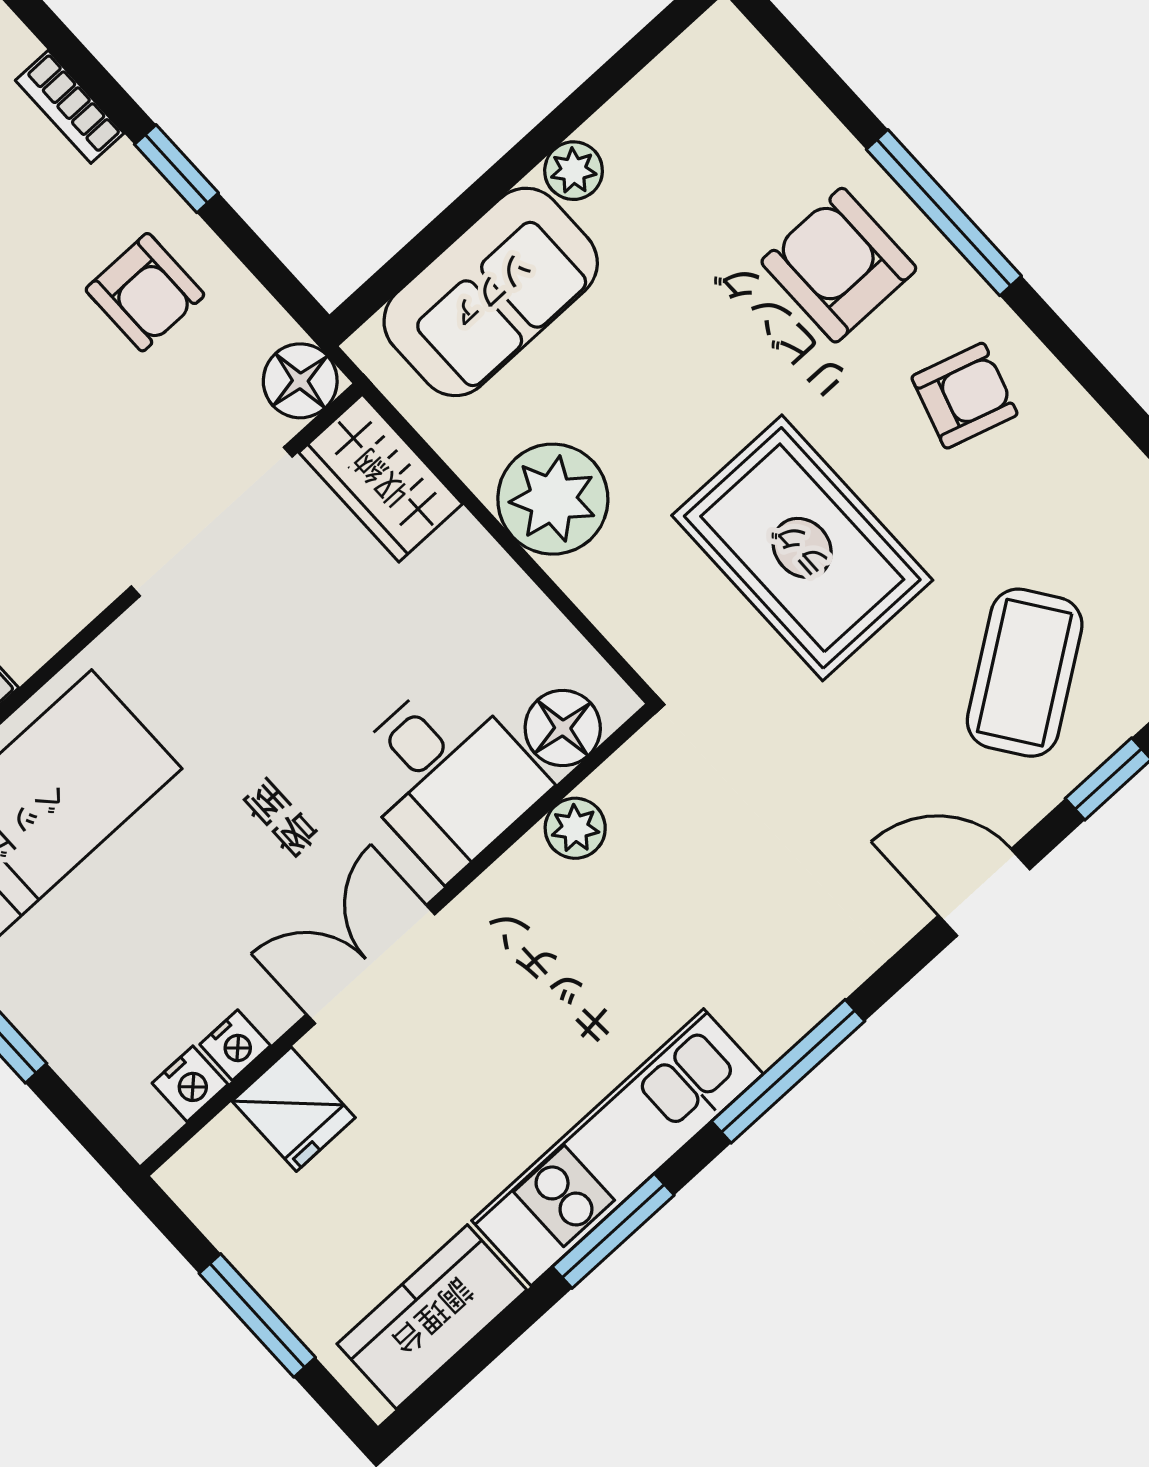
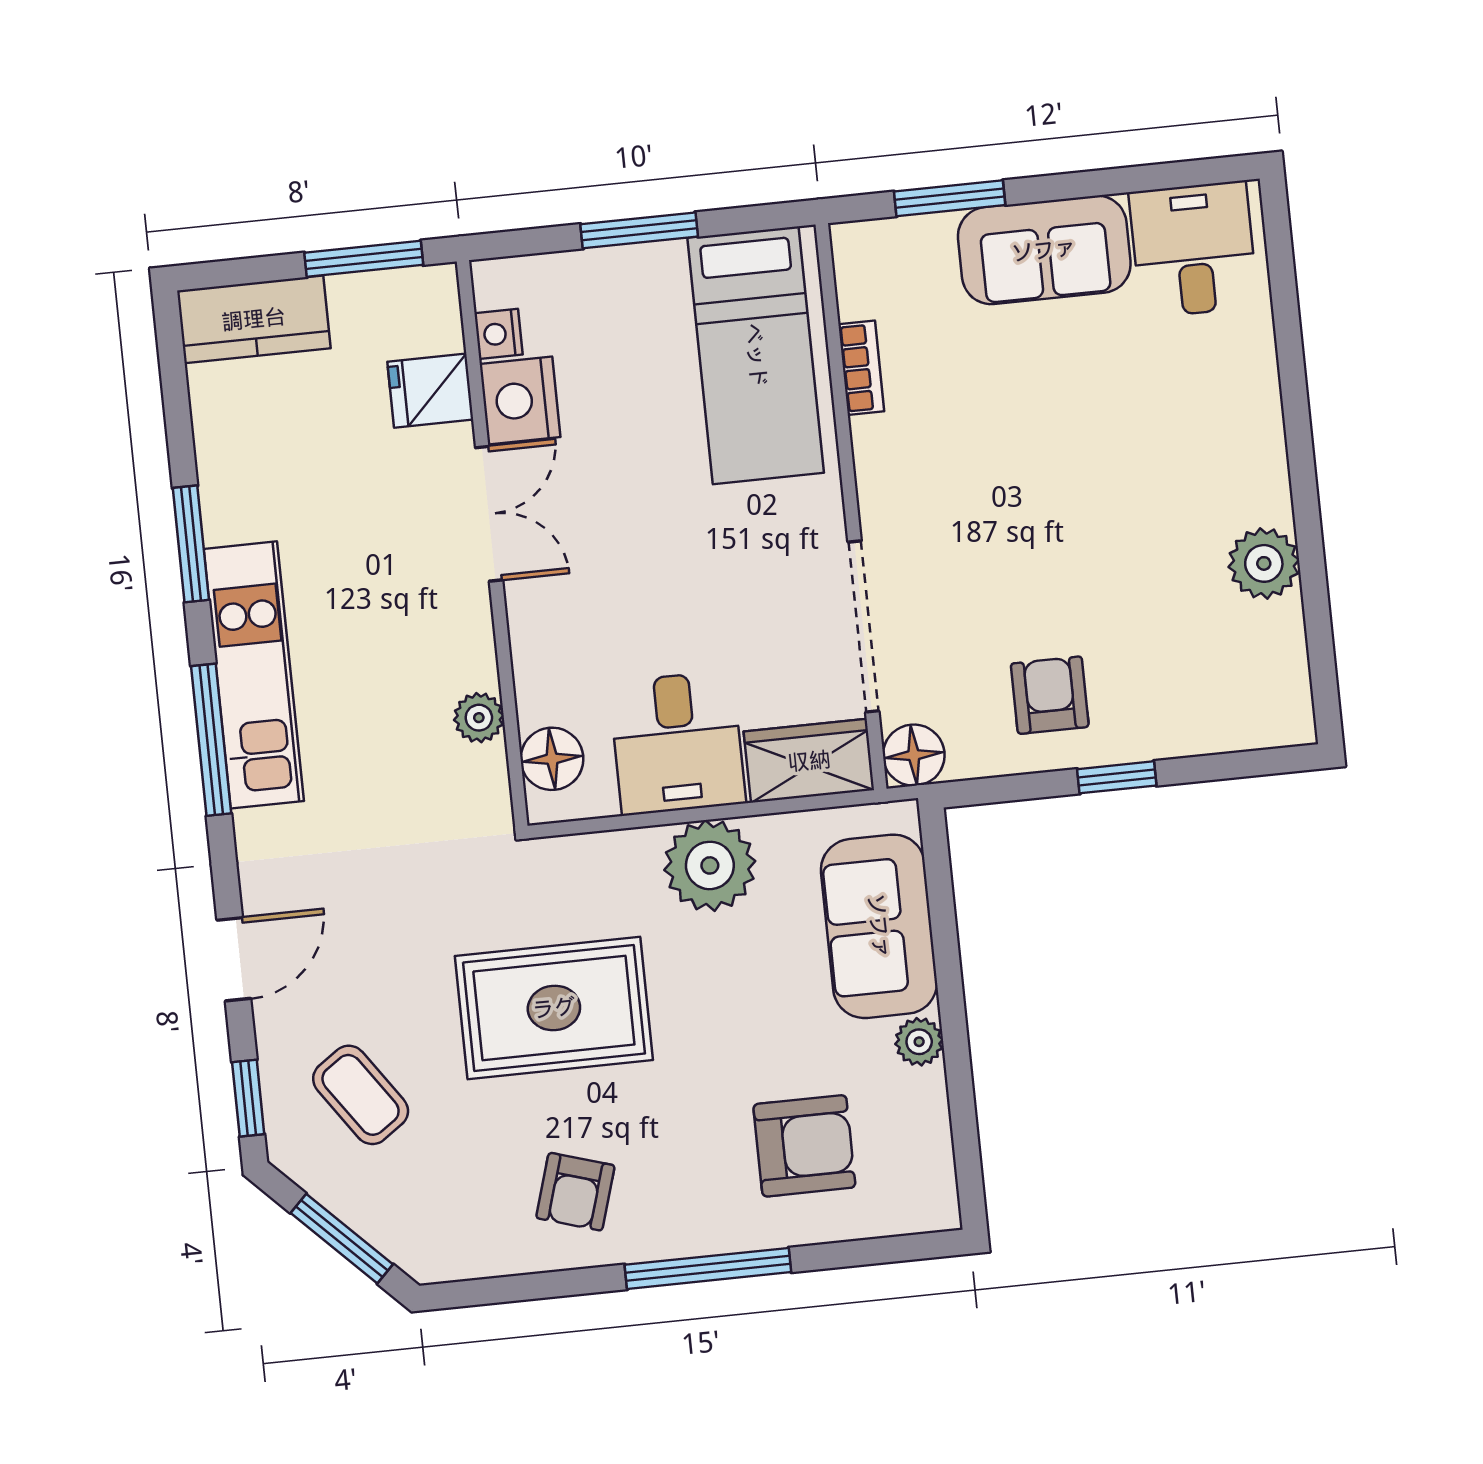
bookcase: (70, 107) -> (1211, 737), removed
armchair: (839, 265) -> (804, 1146), moved
armchair: (145, 292) -> (1050, 695), turned 90
coffee table: (1025, 673) -> (361, 1095), width x0.73, depth x0.77
desk: (446, 776) -> (677, 743), moved, turned -90
nightstand: (235, 1045) -> (520, 401), width x1.89, depth x1.79
kitchen unit: (617, 1147) -> (254, 675), moved
window: (257, 1315) -> (364, 259), moved
kitchen counter: (432, 1317) -> (254, 319), moved, turned 90

